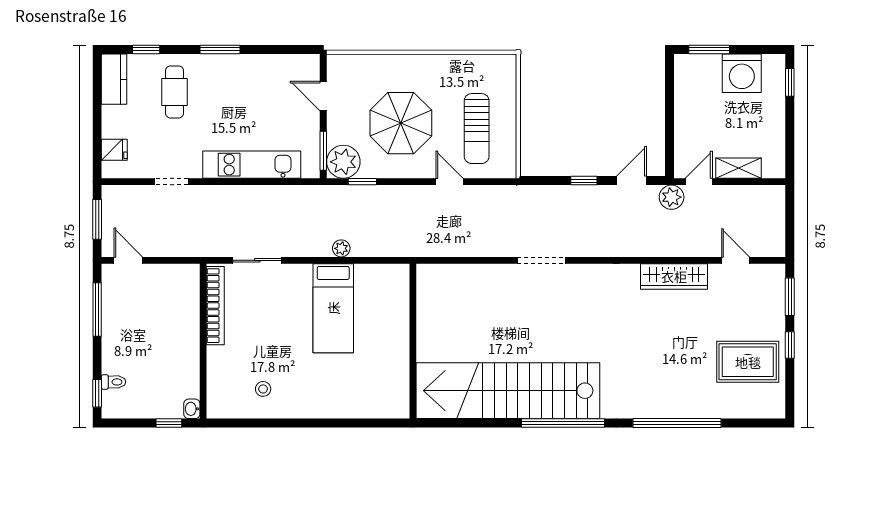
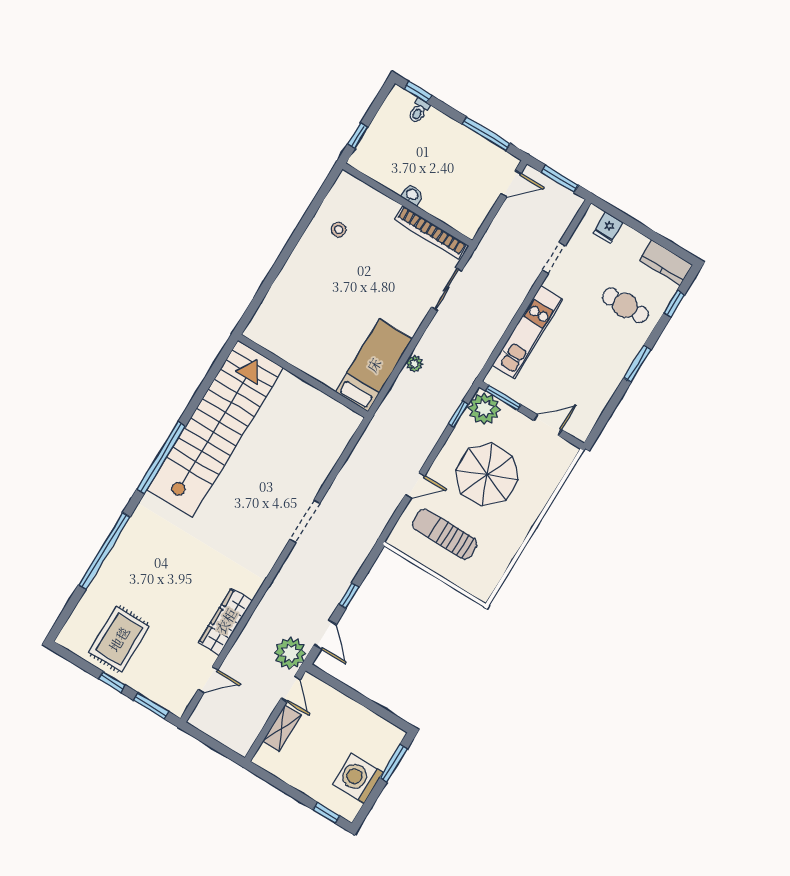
plant: (672, 197) -> (290, 653), width x1.36, depth x1.36
bed: (333, 308) -> (374, 365), moved, turned 90
washbasin: (192, 409) -> (412, 195), moved

